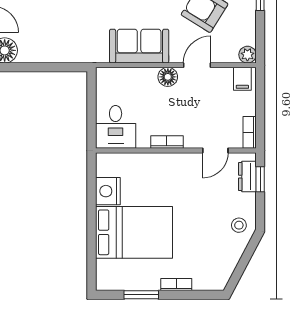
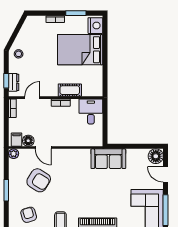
sofa: (139, 46) -> (108, 159), moved
door: (197, 65) -> (43, 148), hinge flipped
floor lamp: (168, 77) -> (28, 141), moved
cot: (151, 163) -> (70, 90), added
nightstand: (108, 191) -> (95, 26), moved

